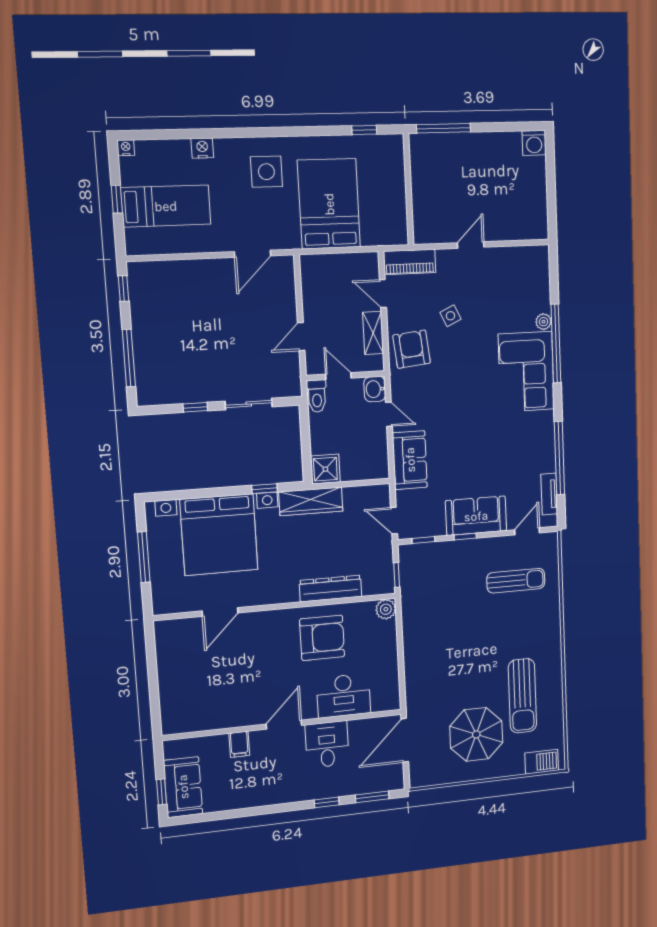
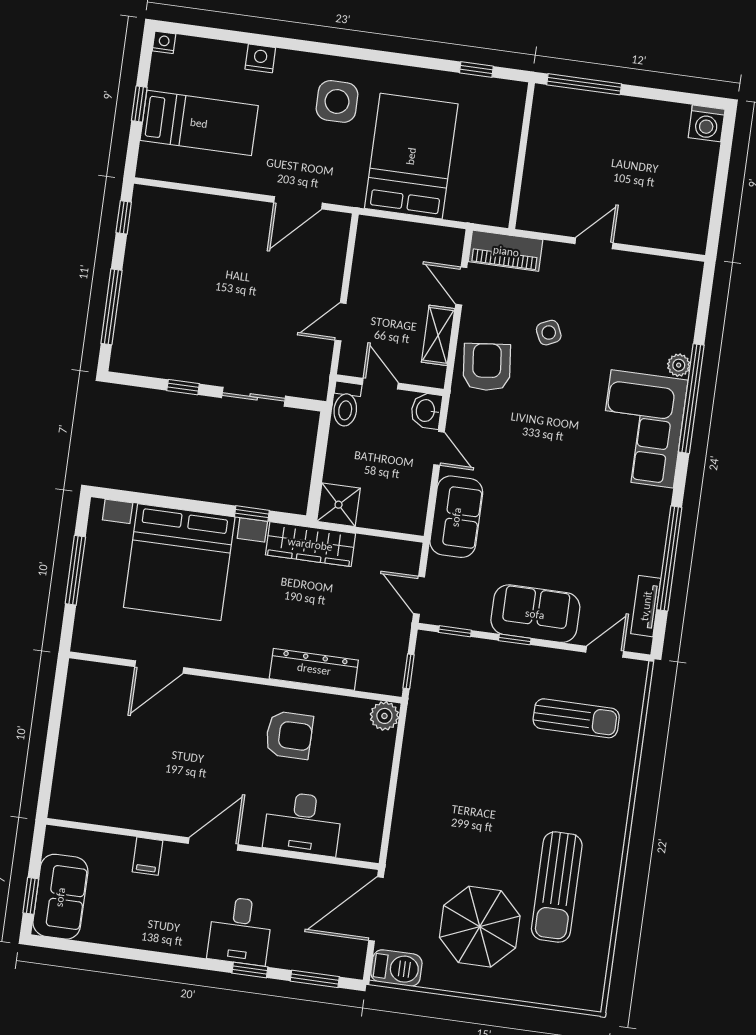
armchair: (322, 638) -> (289, 735), width x0.73, depth x0.73
desk: (327, 744) -> (240, 931), moved, turned 180
barbecue: (542, 762) -> (396, 968), moved

